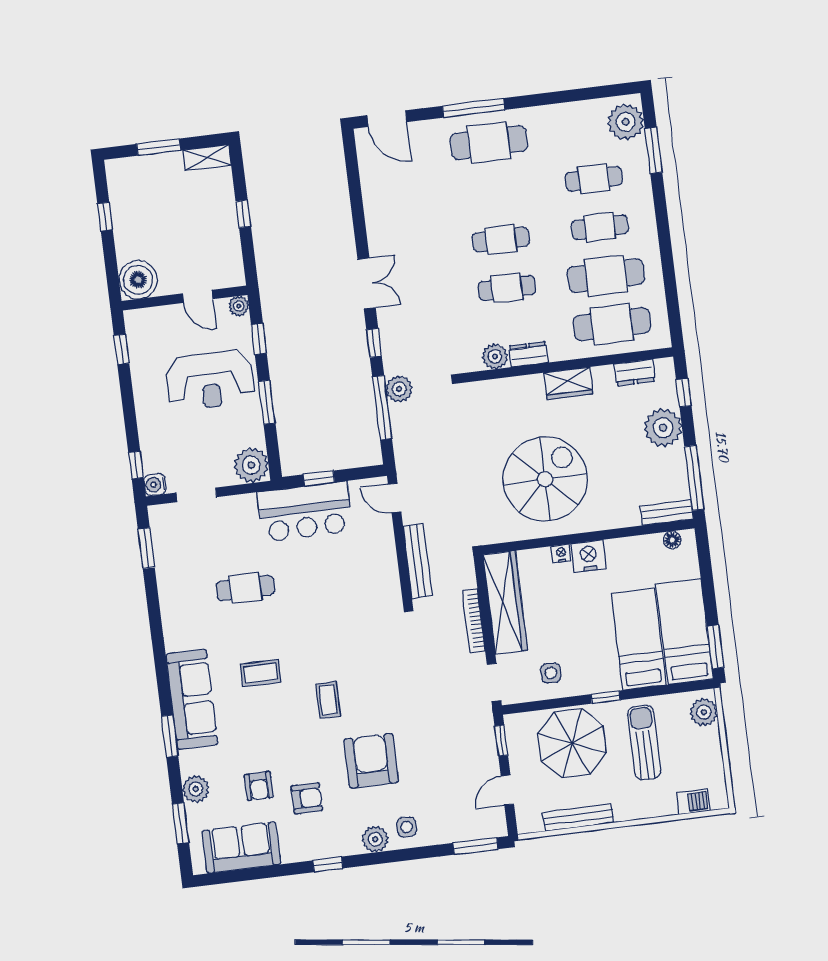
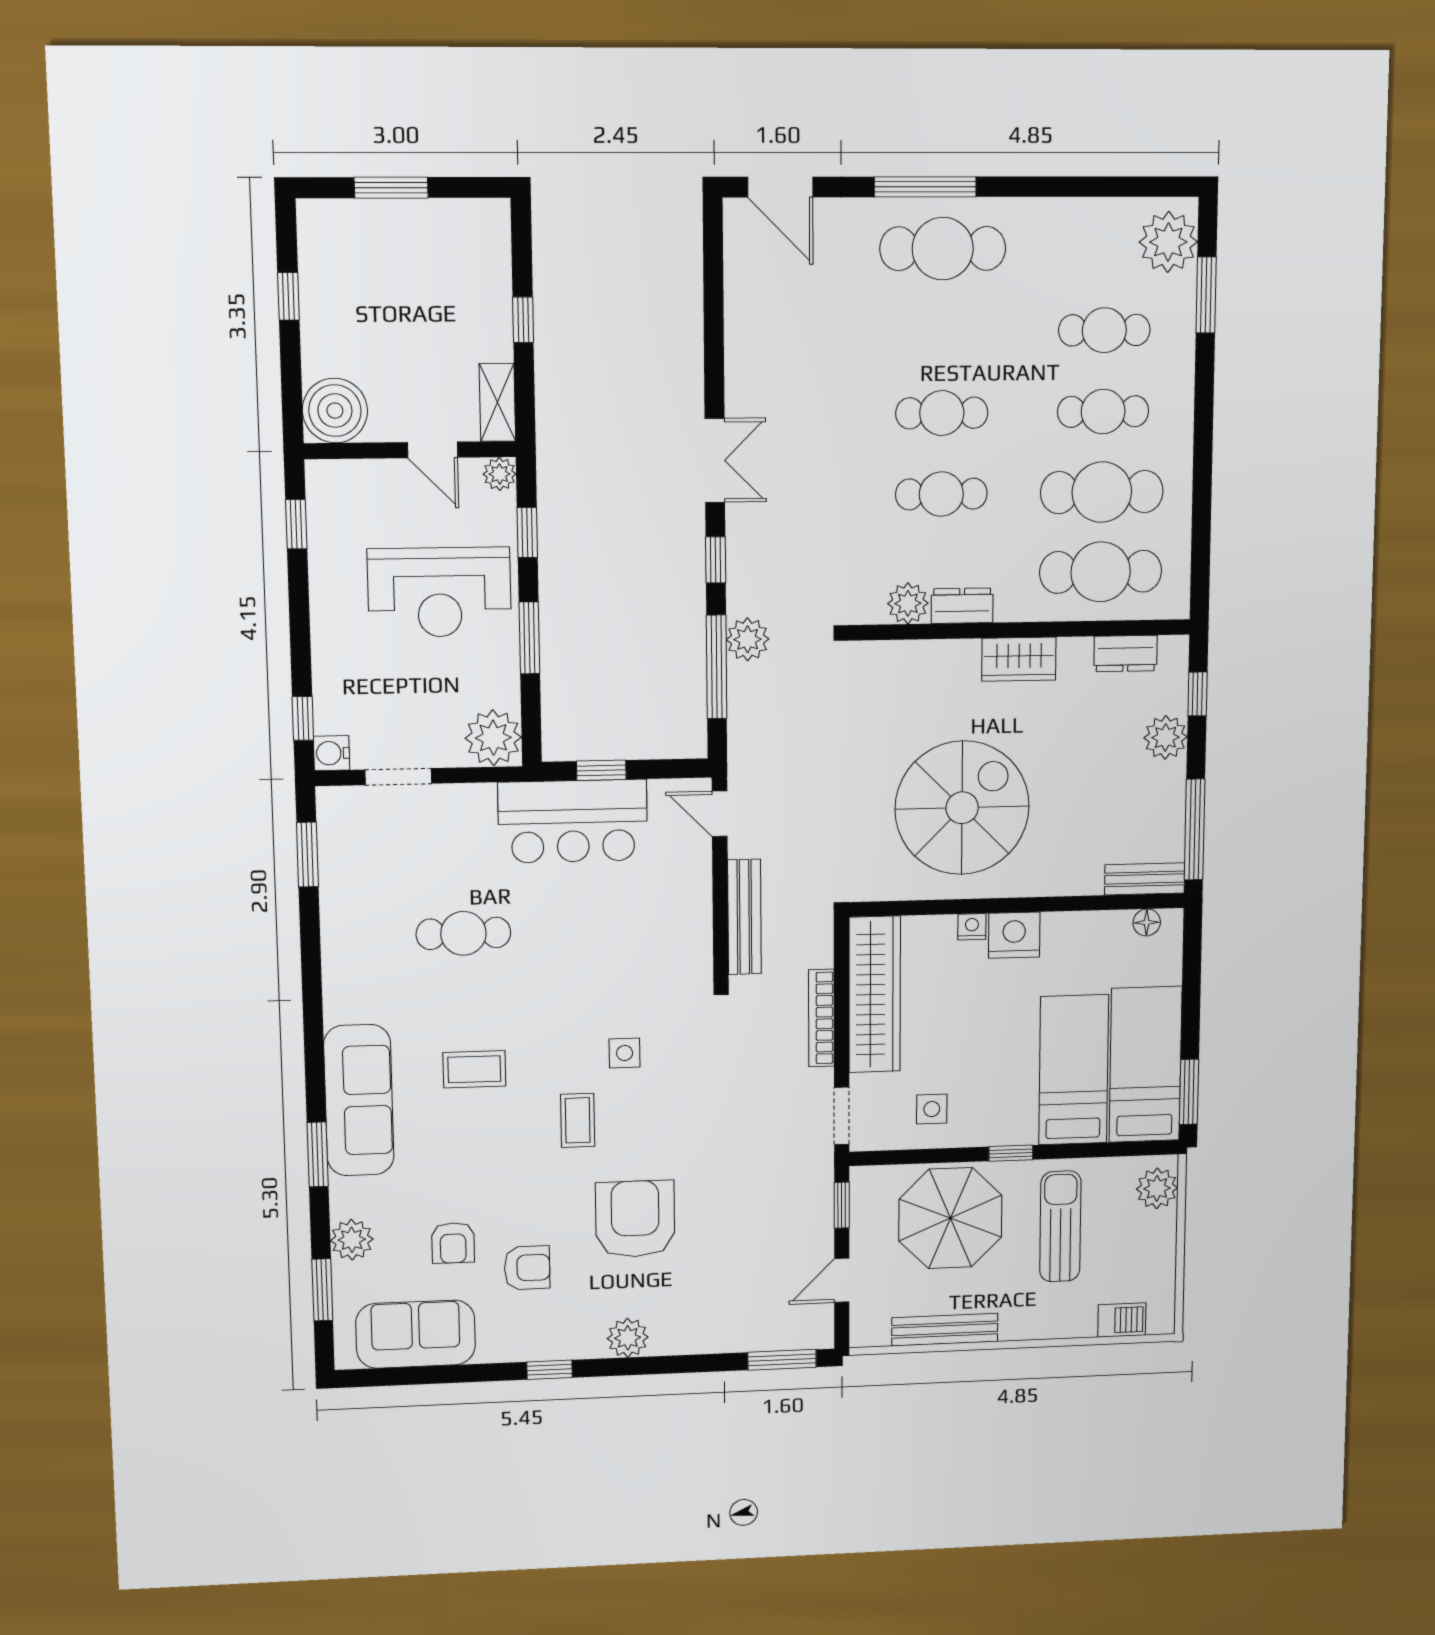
shelving: (207, 157) -> (497, 402), moved, turned 90
plant: (663, 428) -> (1166, 737), width x0.73, depth x0.73
side table: (407, 827) -> (625, 1053), moved

